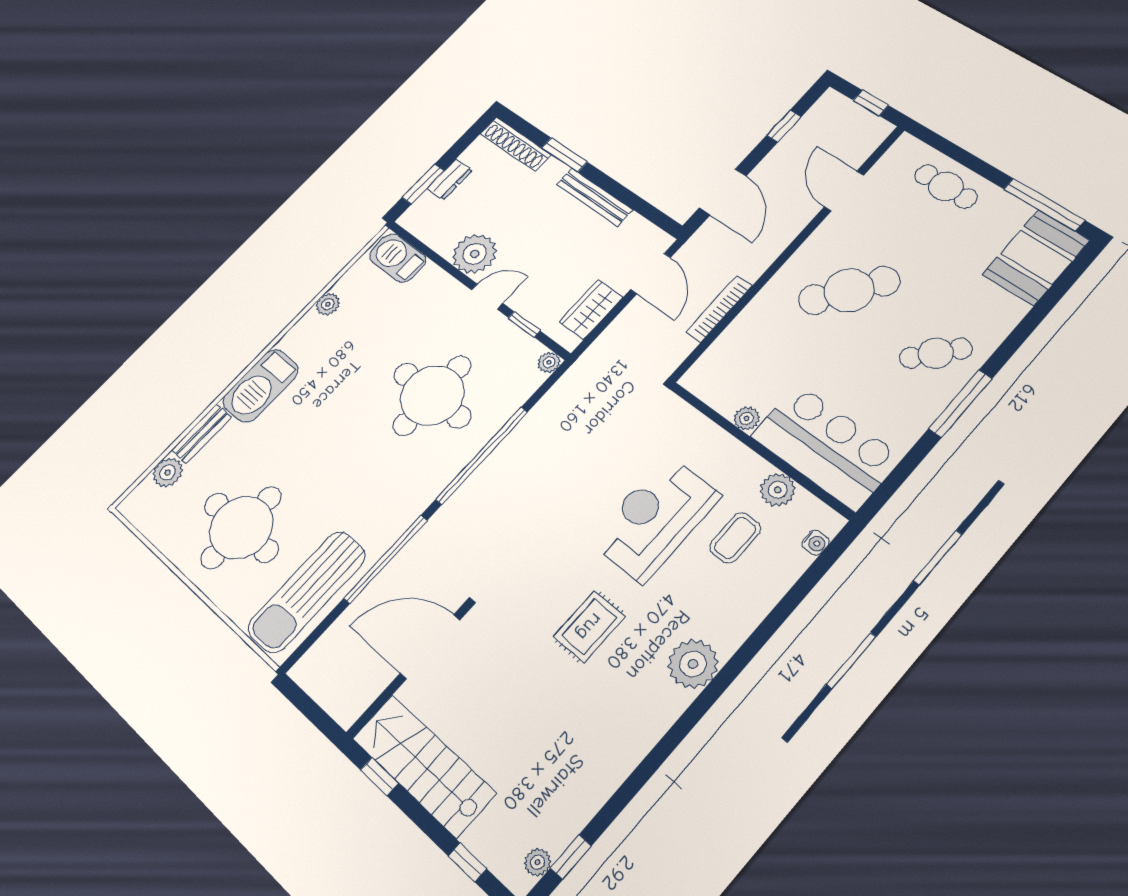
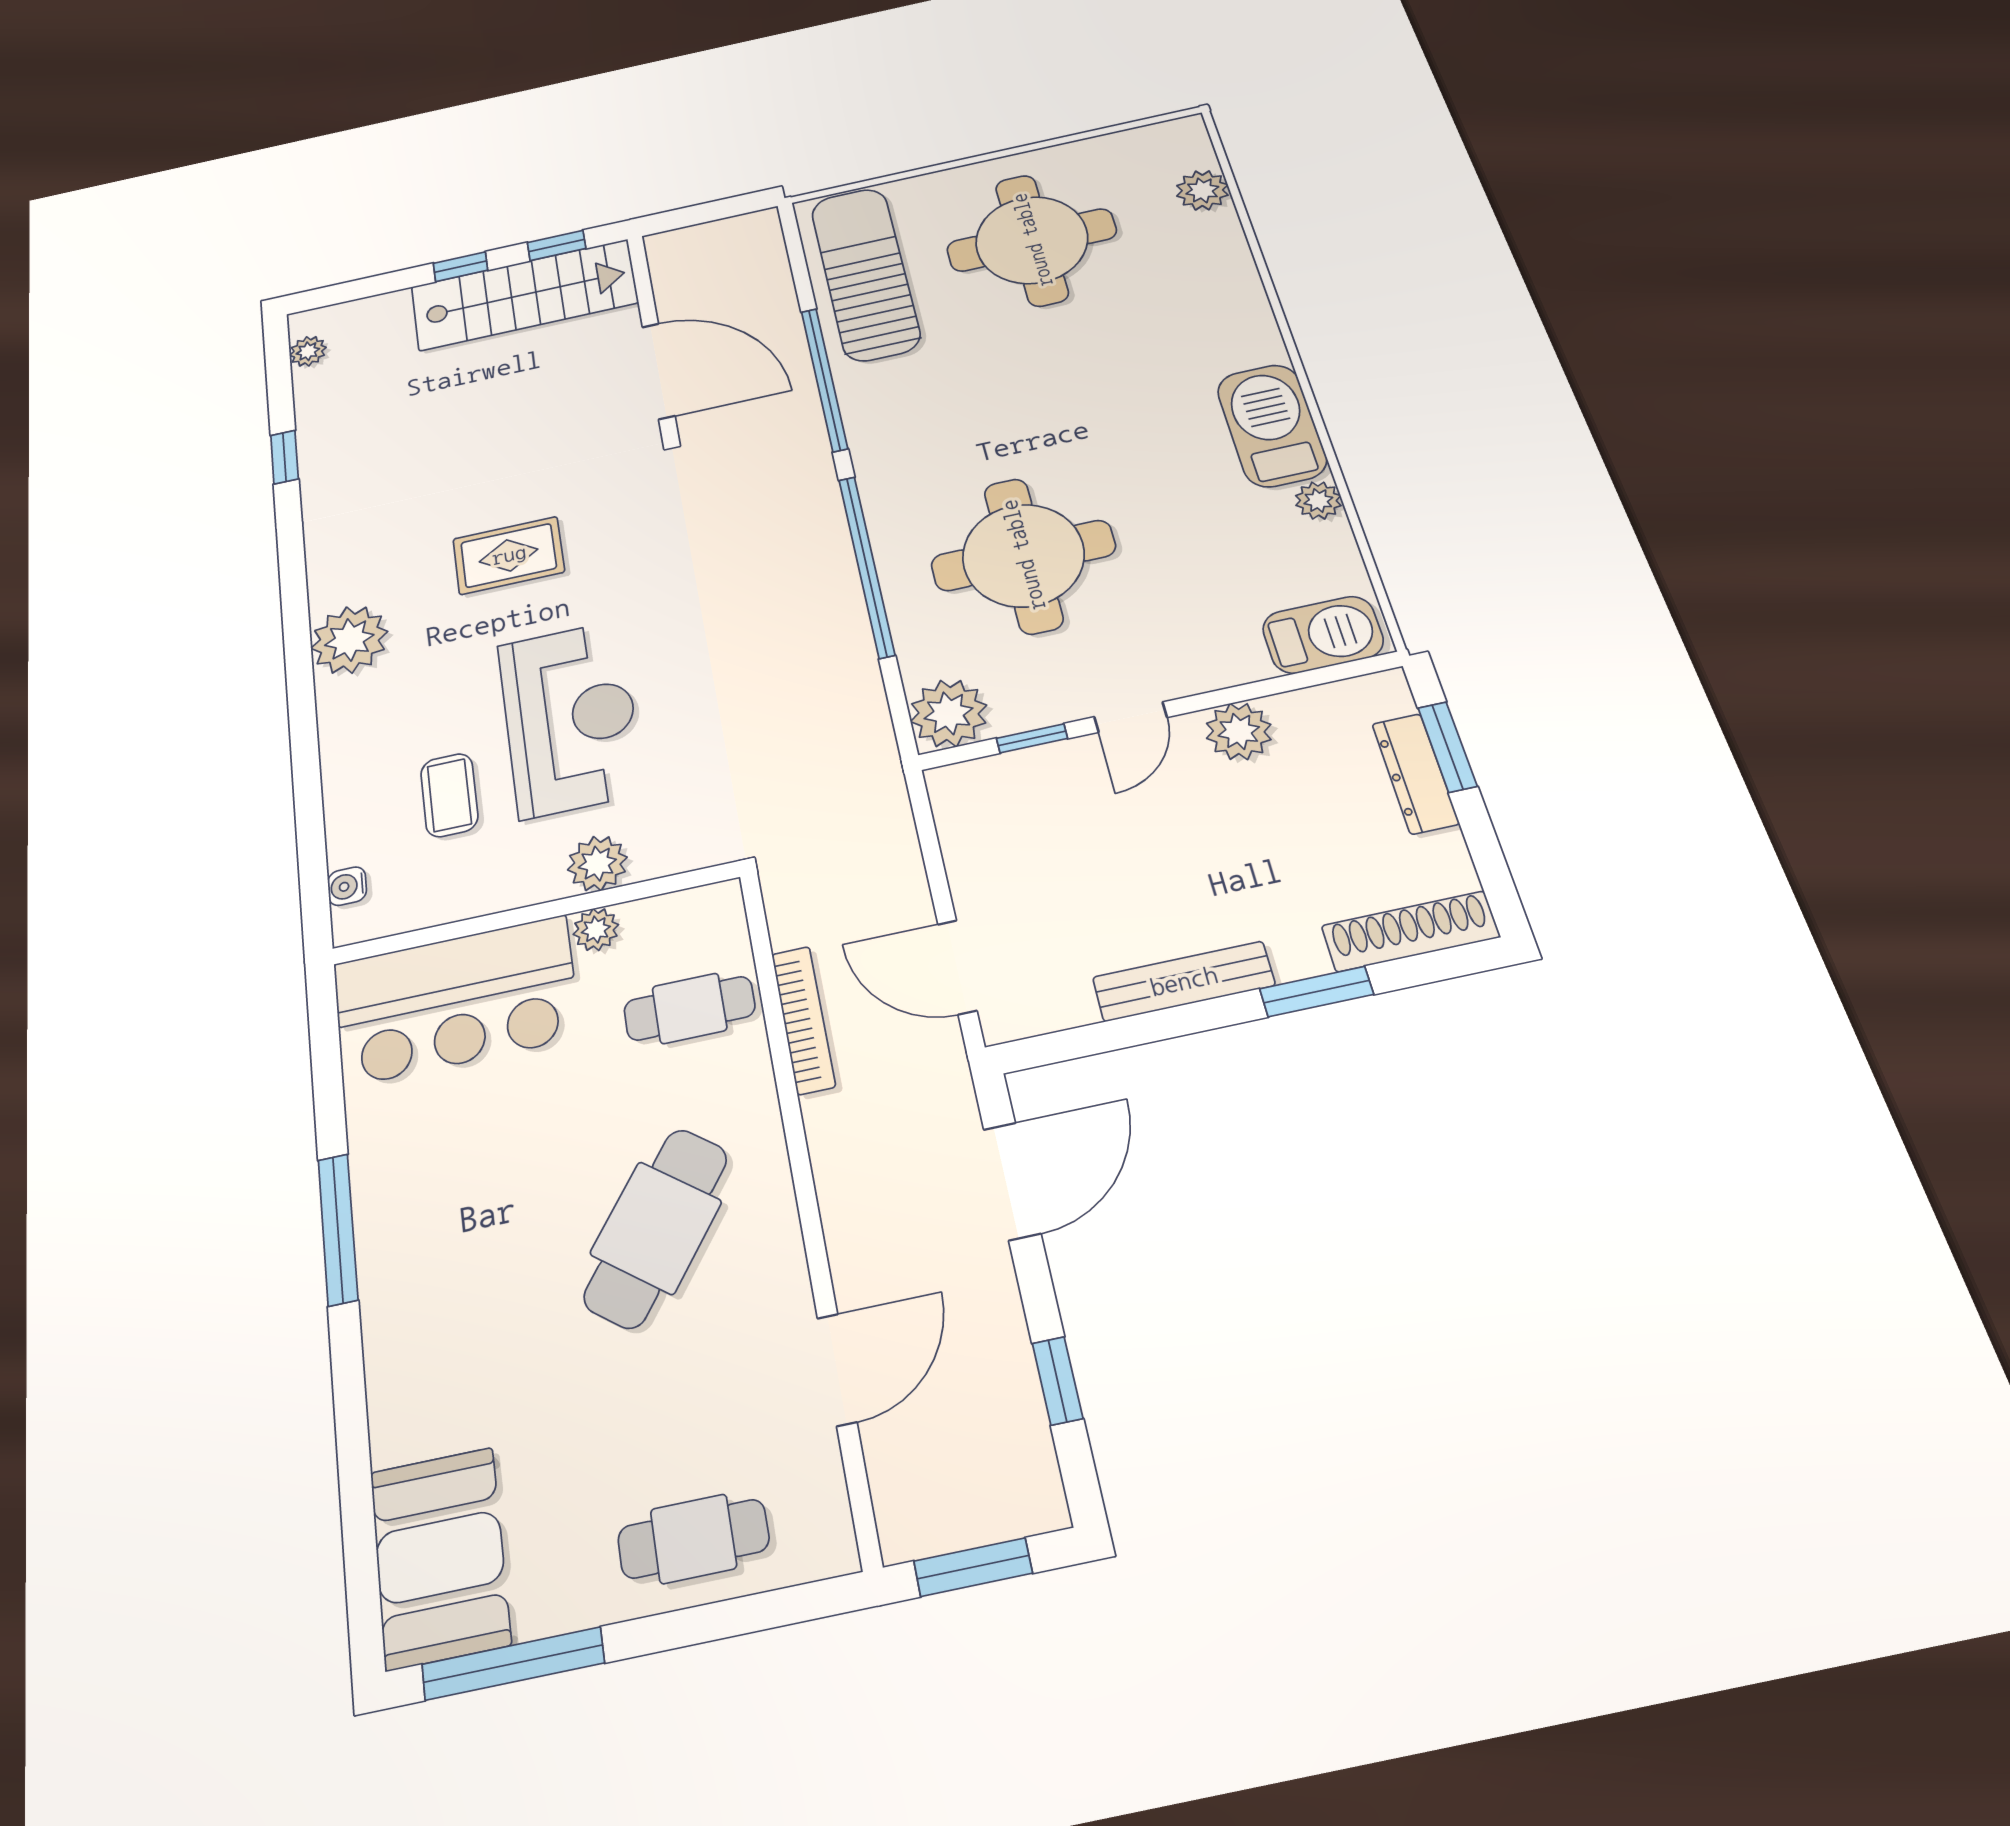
window: (871, 103) -> (973, 1567), width x1.50
dresser: (450, 180) -> (1415, 773), width x1.44
door: (844, 191) -> (837, 1370), hinge flipped
door: (723, 192) -> (1012, 1181), swing flipped
plant: (475, 254) -> (1239, 731), width x0.73, depth x0.73
wardrobe: (591, 310) -> (972, 843), removed
cafe table: (936, 353) -> (689, 1008), moved, turned 48
plant: (549, 362) -> (949, 713), width x1.87, depth x1.87
barbecue: (260, 386) -> (1272, 425), moved
bench: (201, 434) -> (1230, 252), removed
plant: (778, 490) -> (597, 864), moved
rug: (589, 627) -> (509, 555), turned 90
door: (430, 647) -> (658, 371), hinge flipped
window: (571, 857) -> (285, 457), moved
window: (467, 862) -> (460, 267), moved

